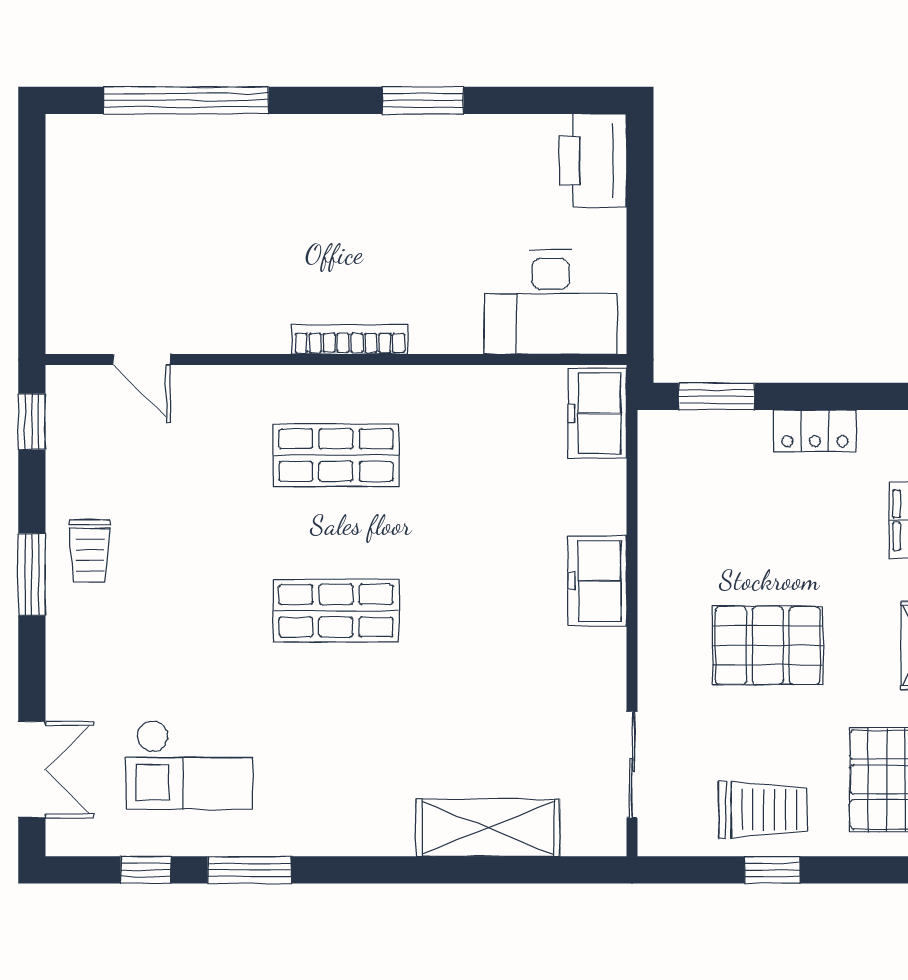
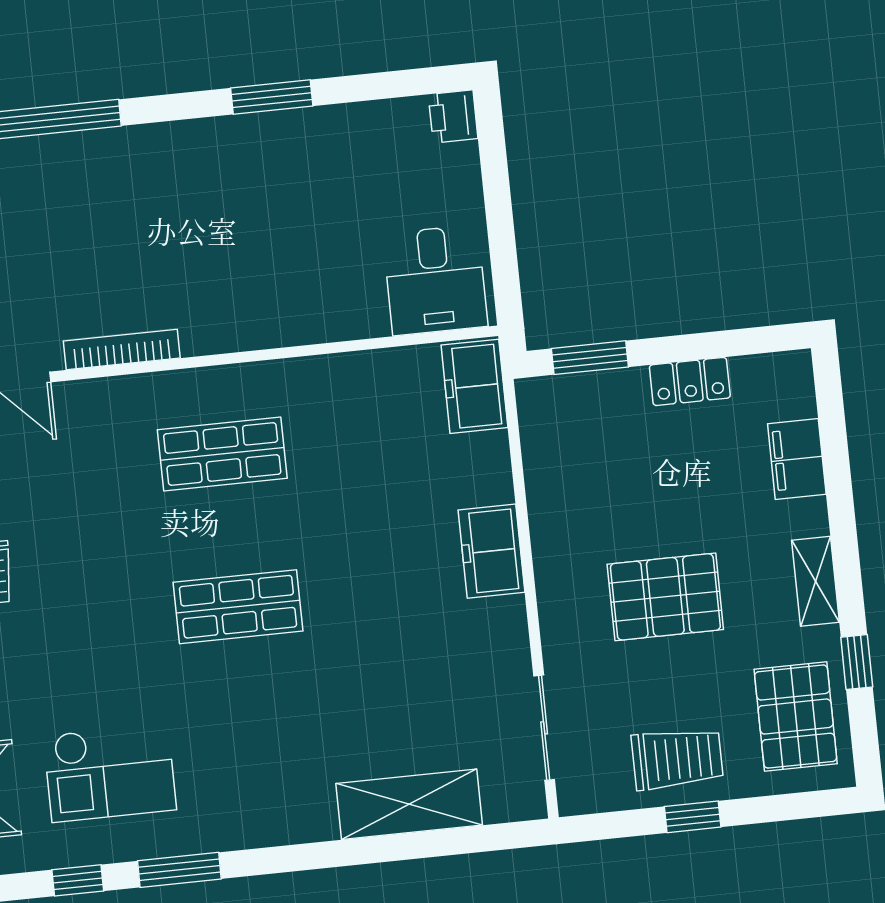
printer: (593, 161) -> (453, 116), width x0.53, depth x0.68
desk: (551, 302) -> (435, 280), width x0.73
bookcase: (350, 339) -> (122, 350), moved

